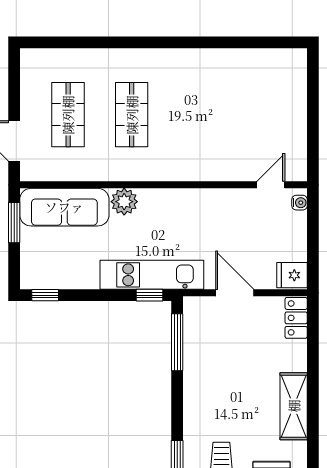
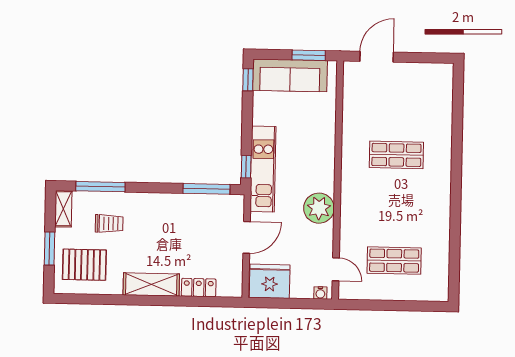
shop shelf: (68, 115) -> (394, 261), moved
plant: (124, 202) -> (319, 208), moved, width x1.36, depth x1.36
sofa: (64, 207) -> (290, 75), moved, turned -90
fridge: (292, 275) -> (270, 281), width x1.88, depth x1.34
locker: (296, 318) -> (199, 288), moved

